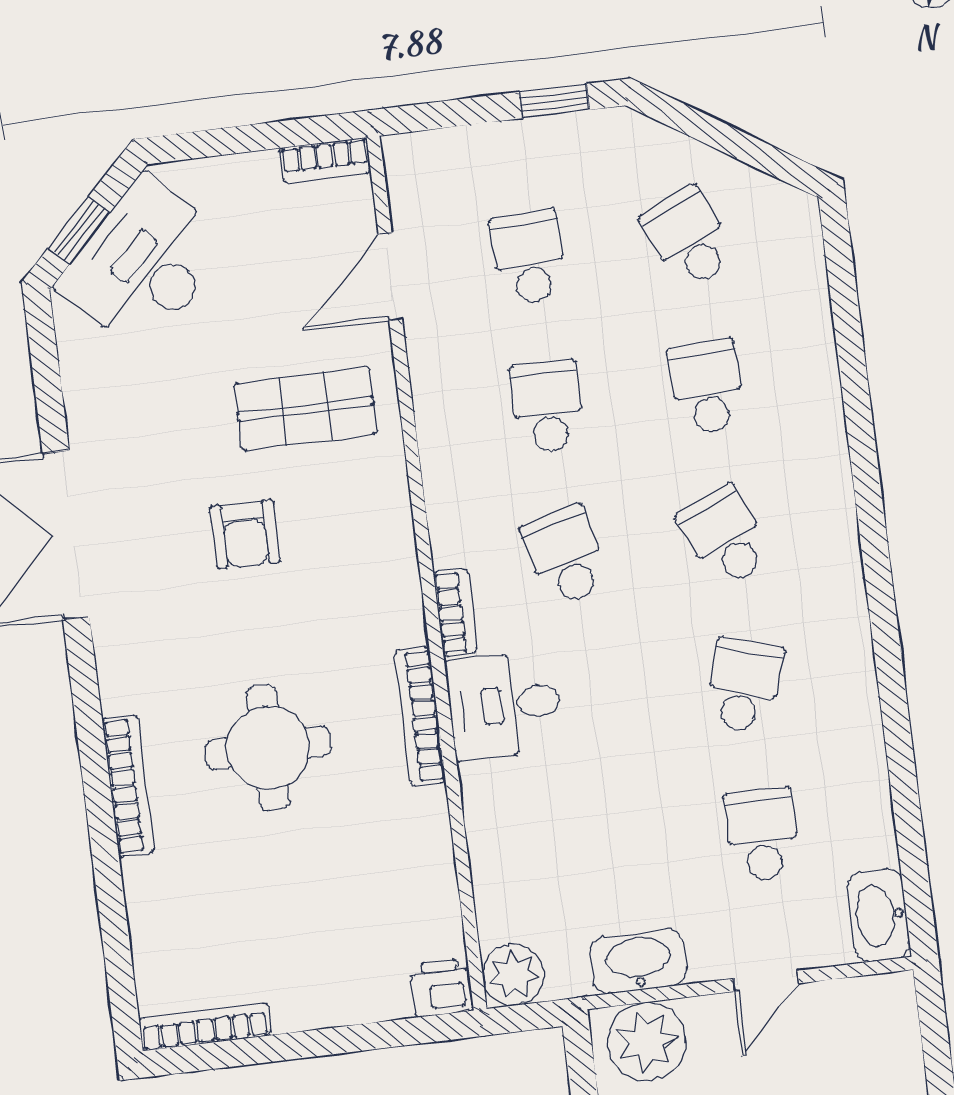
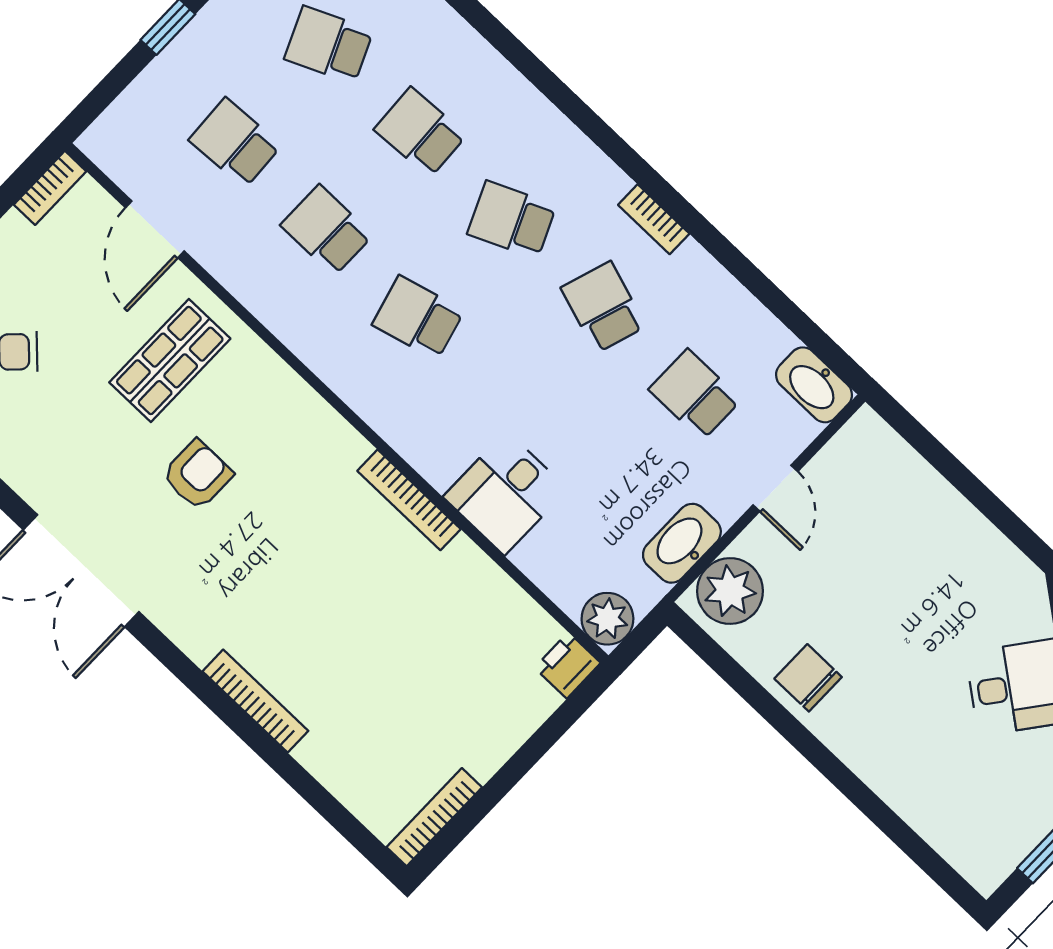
armchair: (245, 534) -> (197, 475), turned -90
bookcase: (455, 613) -> (654, 219), moved, turned 180
desk: (505, 705) -> (505, 493), moved
round table: (268, 748) -> (326, 602), removed

